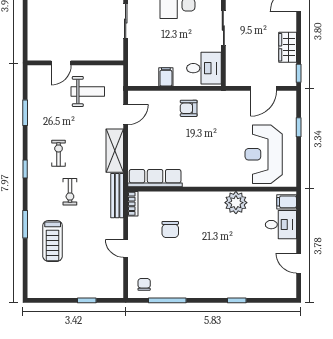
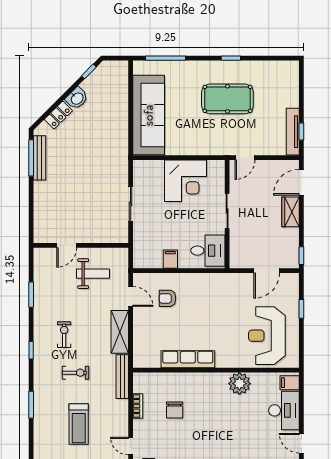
wardrobe: (288, 47) -> (291, 212), moved
armchair: (189, 108) -> (168, 298), moved
door: (126, 115) -> (131, 296), hinge flipped
row of seats: (155, 178) -> (188, 359), moved
exercise bike: (70, 192) -> (75, 373), turned -90
bookcase: (133, 204) -> (138, 406), moved
desk: (281, 225) -> (284, 410), width x1.37
treadmill: (53, 241) -> (79, 424), moved
door: (126, 248) -> (131, 446), moved

